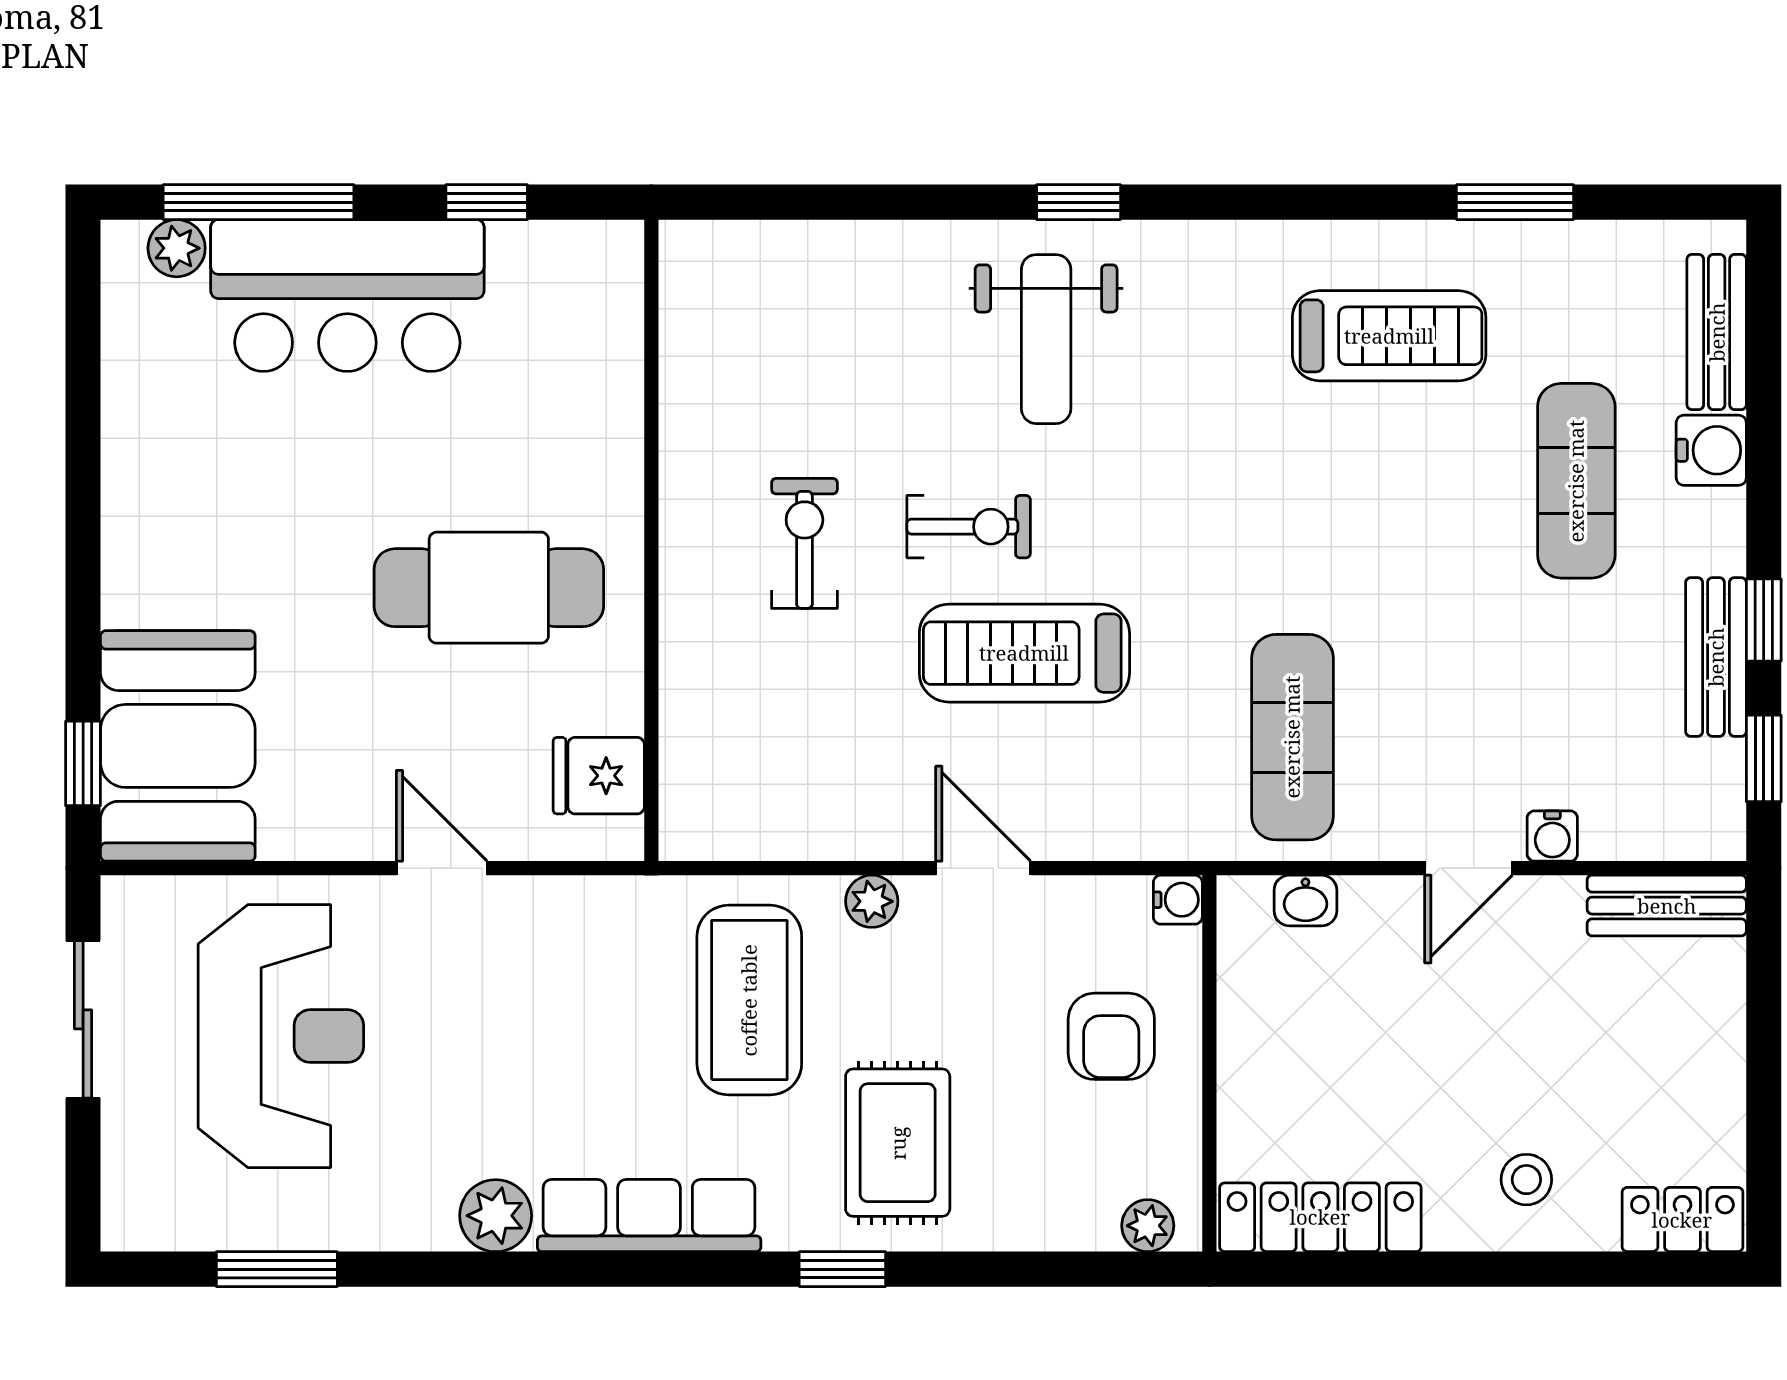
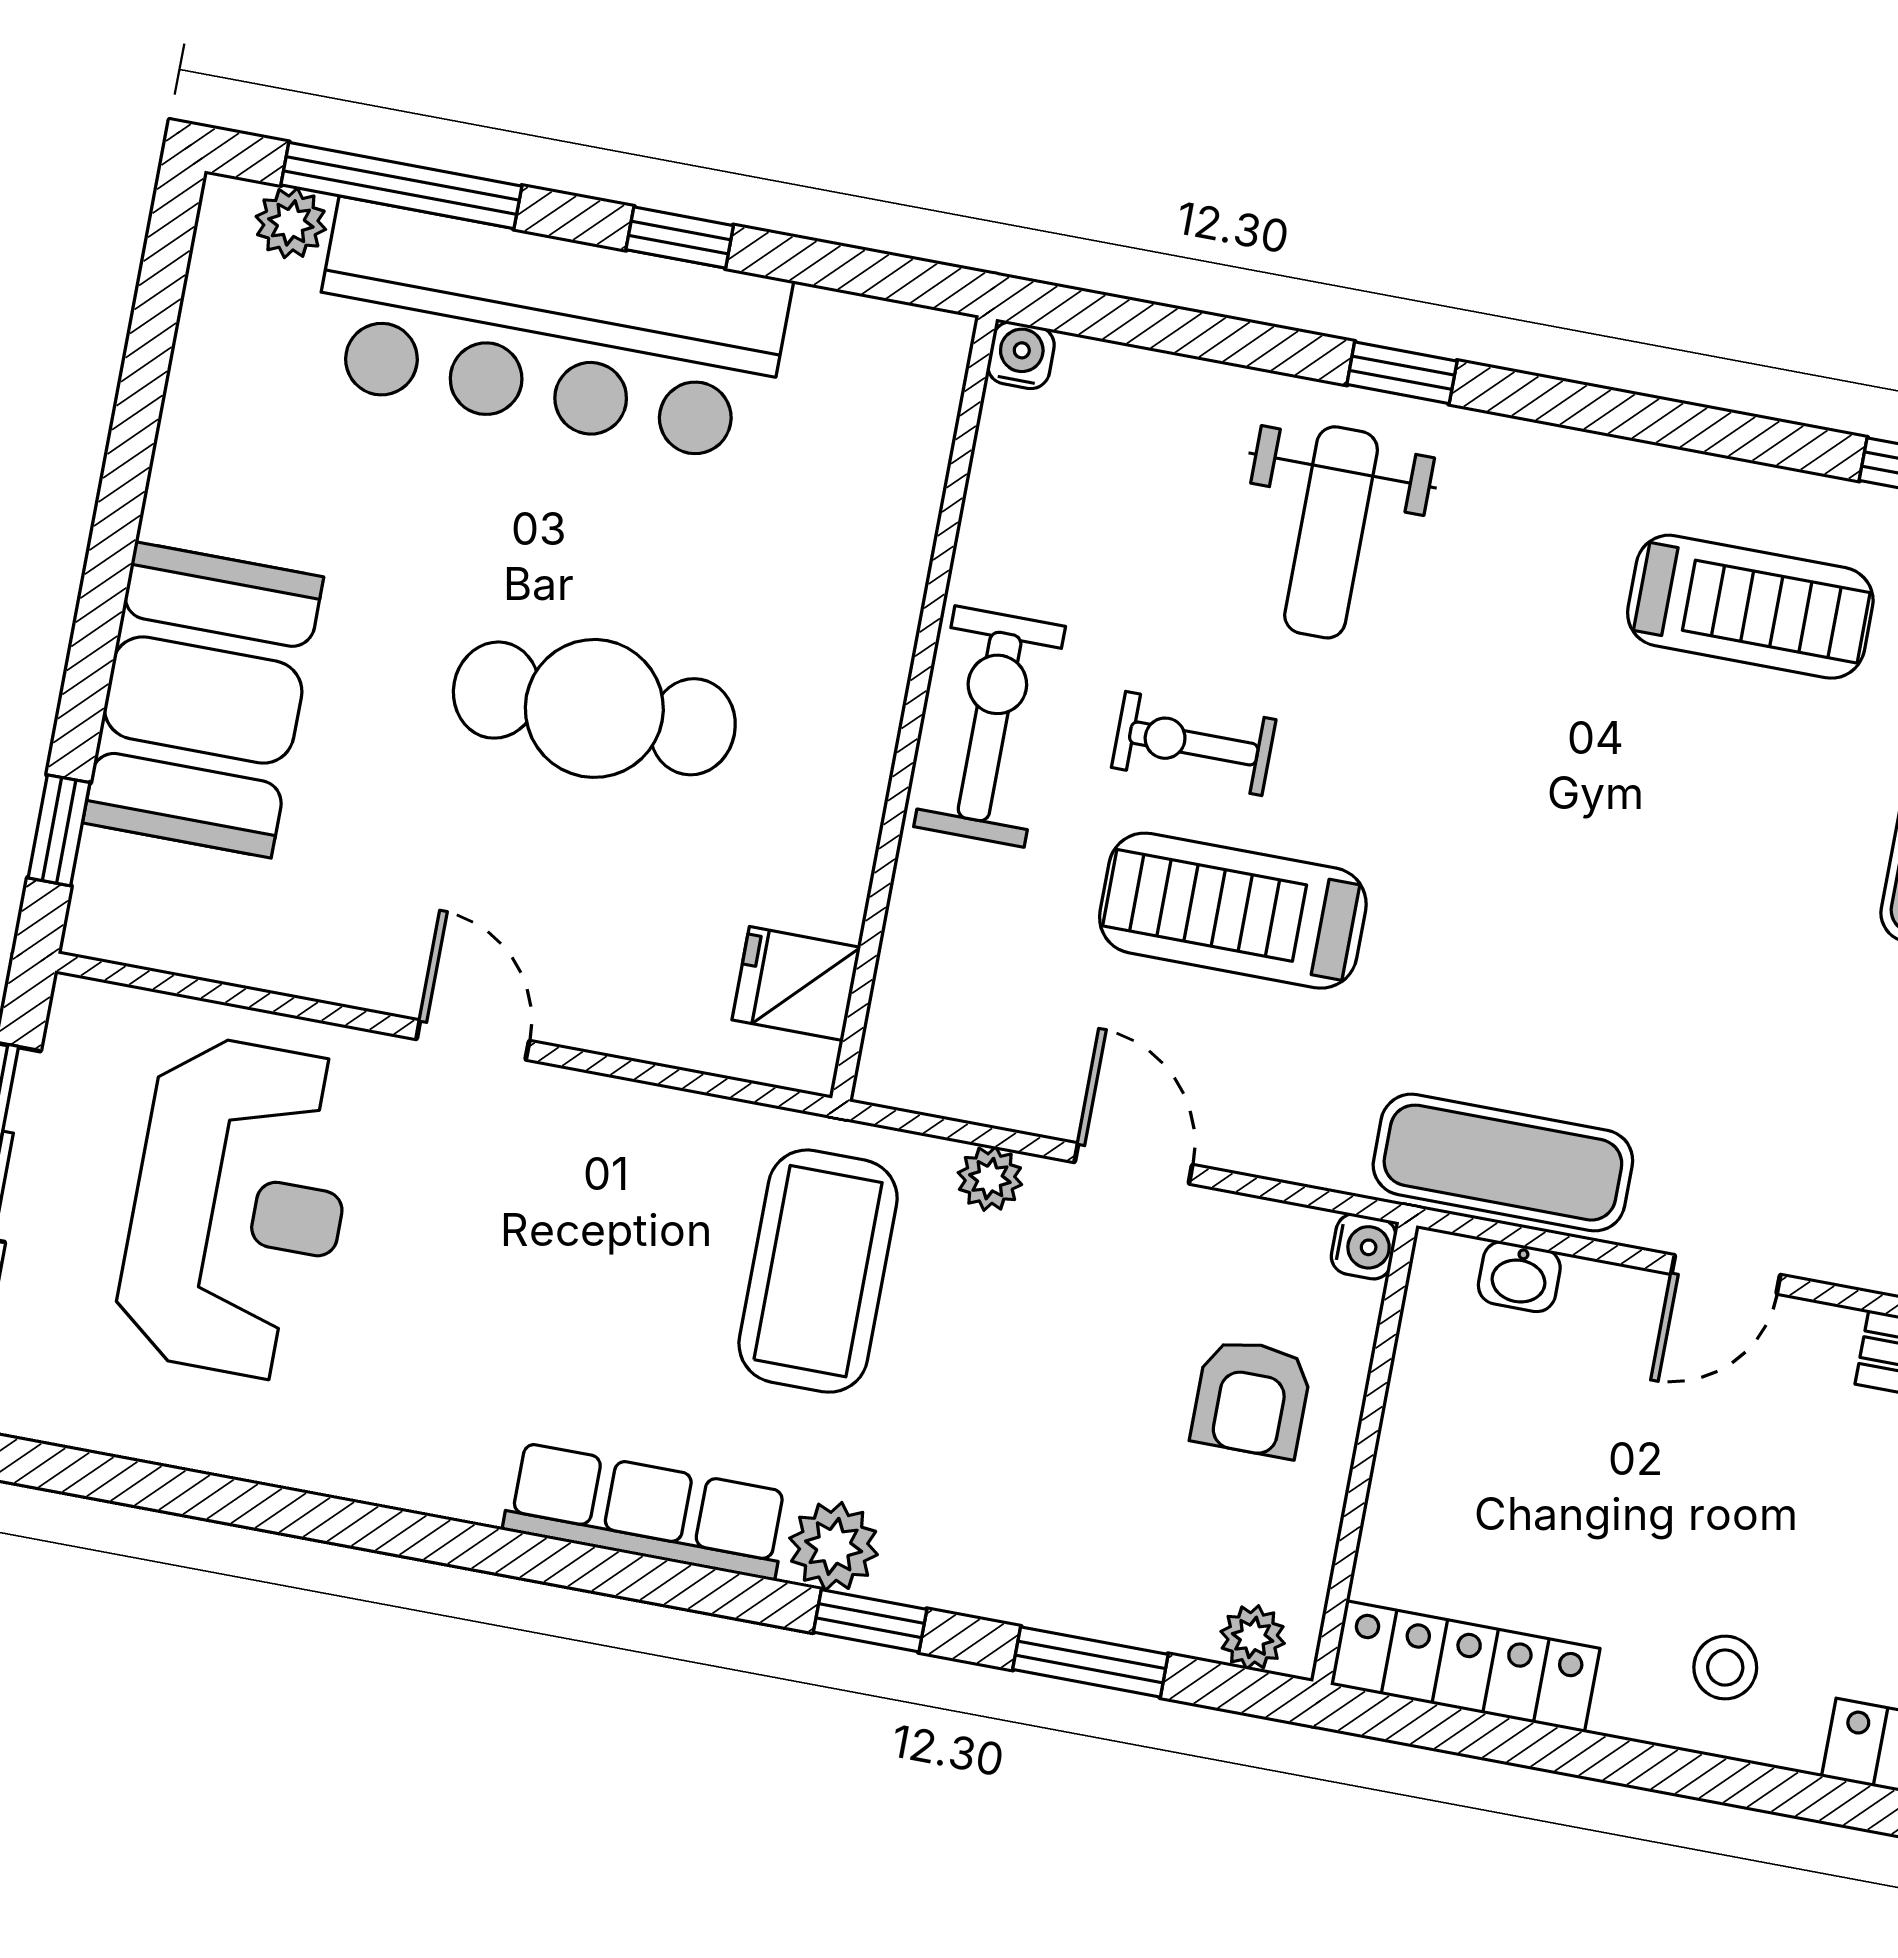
bar counter: (347, 296) -> (549, 331), width x1.36
exercise bike: (969, 527) -> (1194, 743), turned 180
wall: (651, 540) -> (914, 709), moved
exercise bike: (804, 543) -> (990, 726), width x1.38, depth x1.39
exercise mat: (1292, 737) -> (1503, 1163), moved, turned 90
booth: (178, 746) -> (203, 700), moved
fridge: (599, 776) -> (796, 984), moved
water cooler: (1552, 836) -> (1021, 355), moved, turned 180
rug: (898, 1143) -> (966, 1479), removed
plant: (496, 1216) -> (834, 1546), moved
window: (277, 1269) -> (1090, 1662), moved

